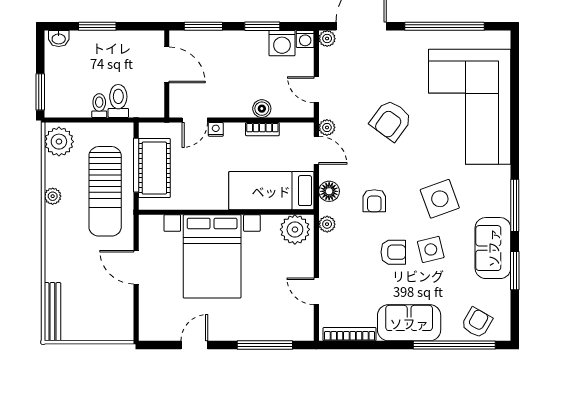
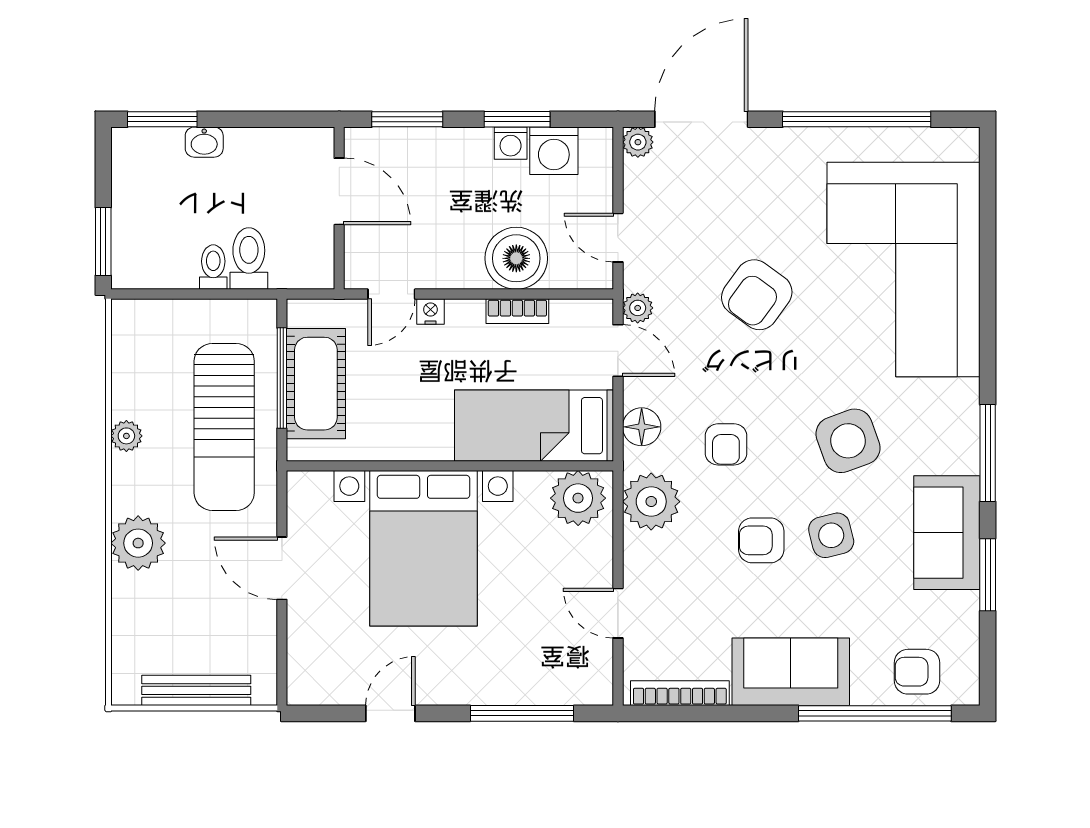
window: (97, 26) -> (162, 119), moved
washbasin: (59, 38) -> (204, 142), moved
washing machine: (305, 39) -> (511, 143), moved
boiler: (262, 109) -> (516, 258), width x1.86, depth x1.86
plant: (59, 142) -> (138, 543), moved
plant: (327, 224) -> (651, 502), width x1.87, depth x1.87
armchair: (393, 252) -> (761, 540), turned 180
bench: (52, 312) -> (196, 690), moved, turned 90
armchair: (477, 323) -> (917, 672), turned -120

